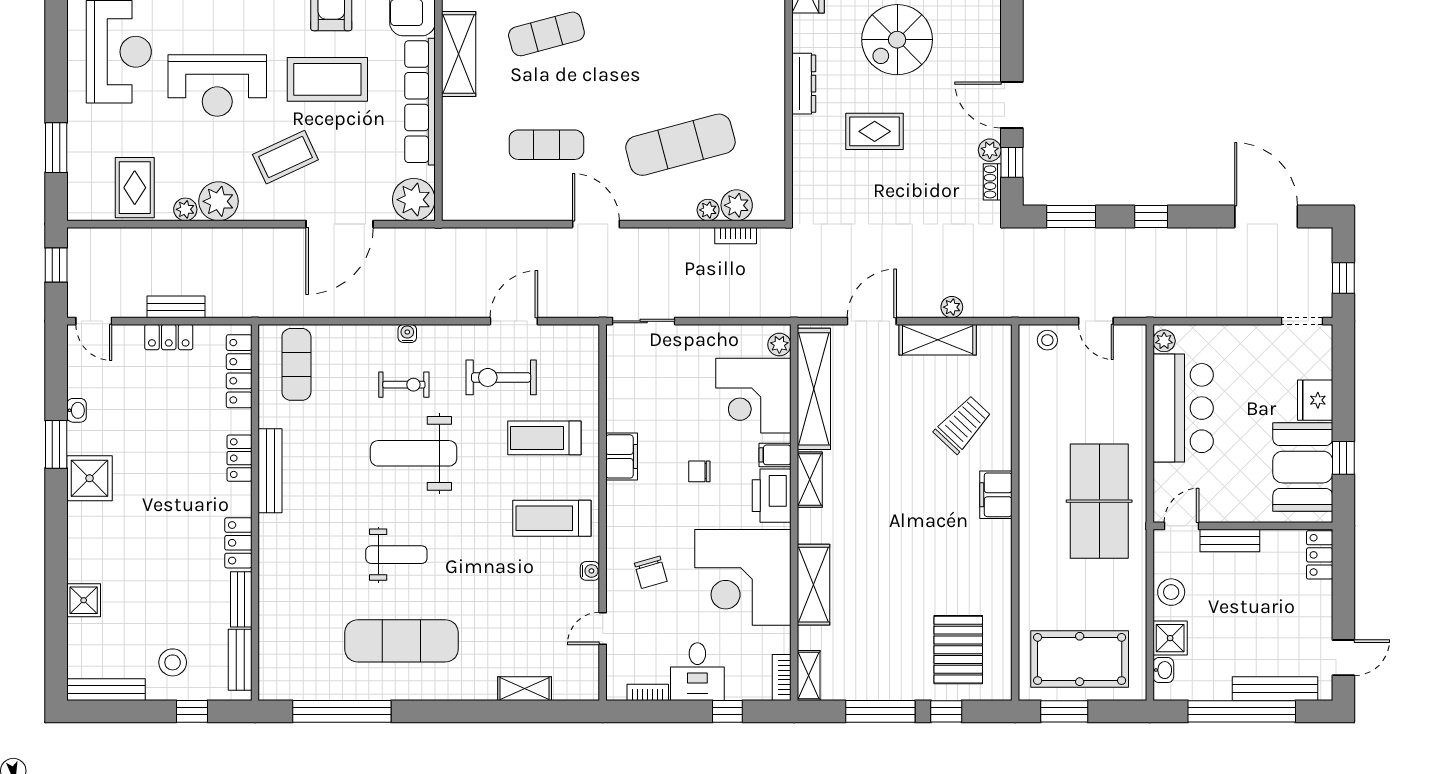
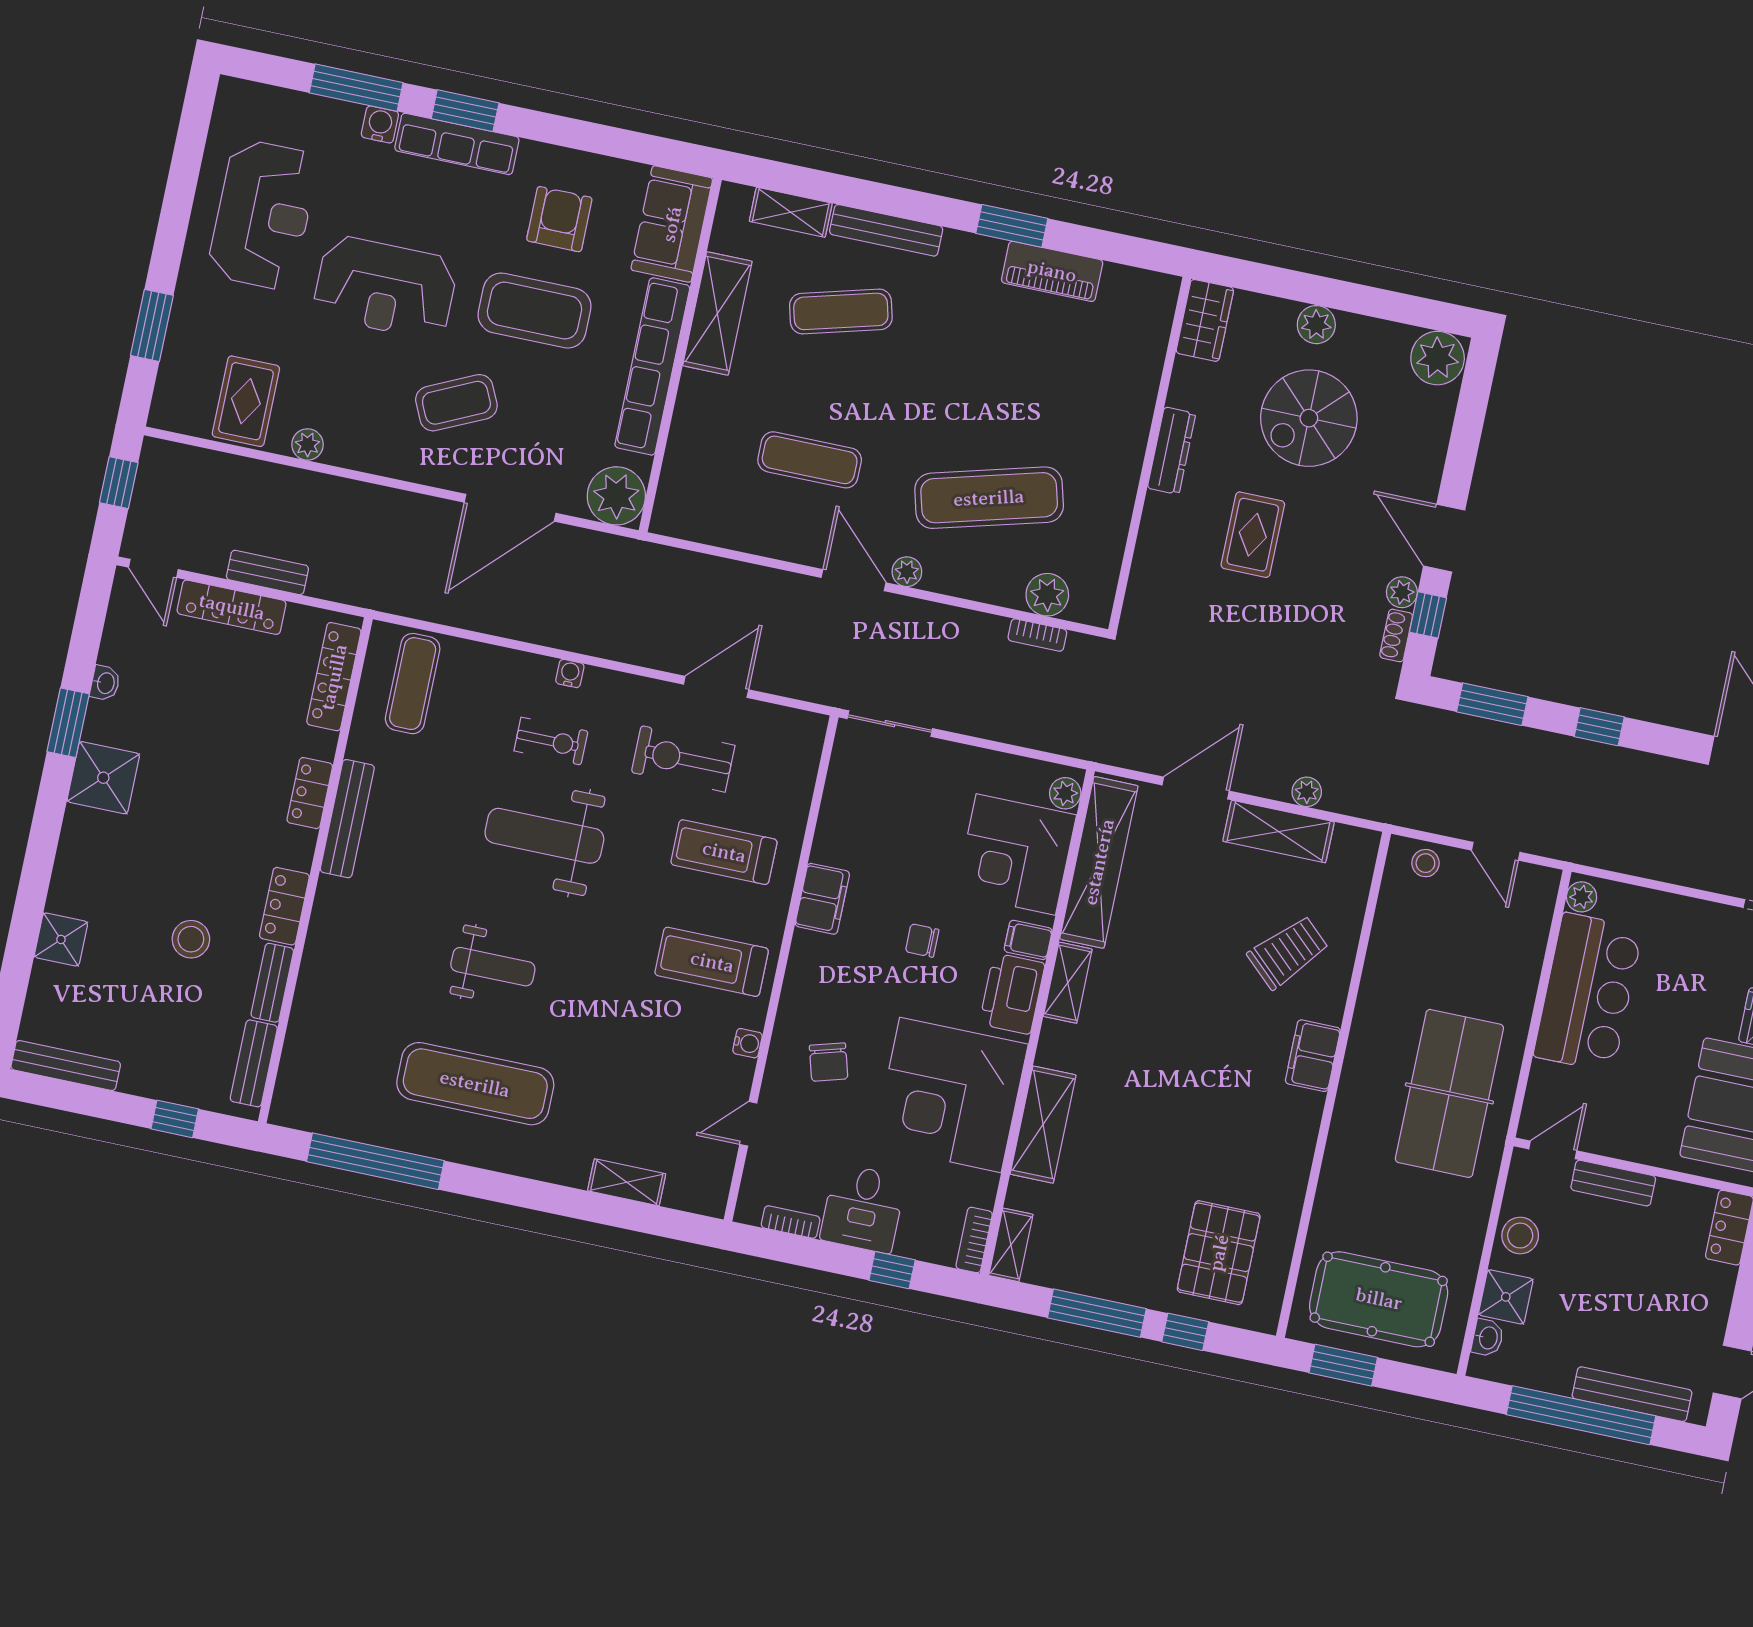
rug: (875, 131) -> (1253, 535), turned 90
plant: (218, 201) -> (354, 443), removed
plant: (708, 210) -> (907, 572), moved
locker: (169, 337) -> (232, 607), width x1.53
stool: (173, 662) -> (191, 939), moved

